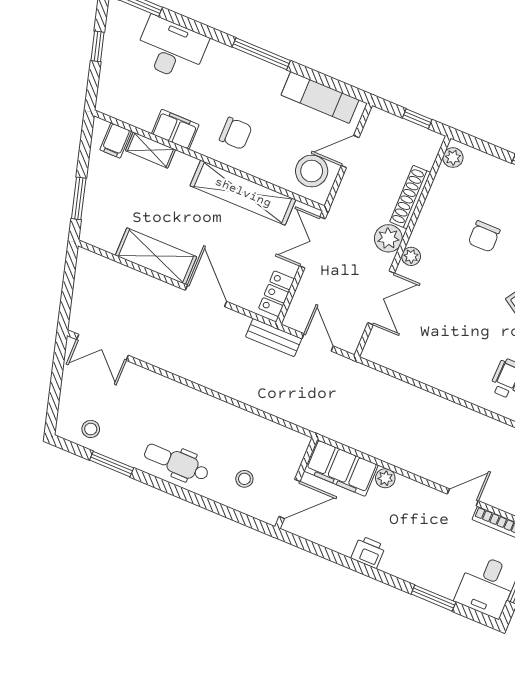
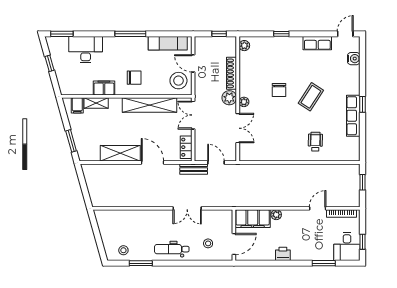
door: (350, 152) -> (193, 63), hinge flipped
chair: (484, 236) -> (279, 90), moved
double door: (102, 347) -> (187, 208), moved

